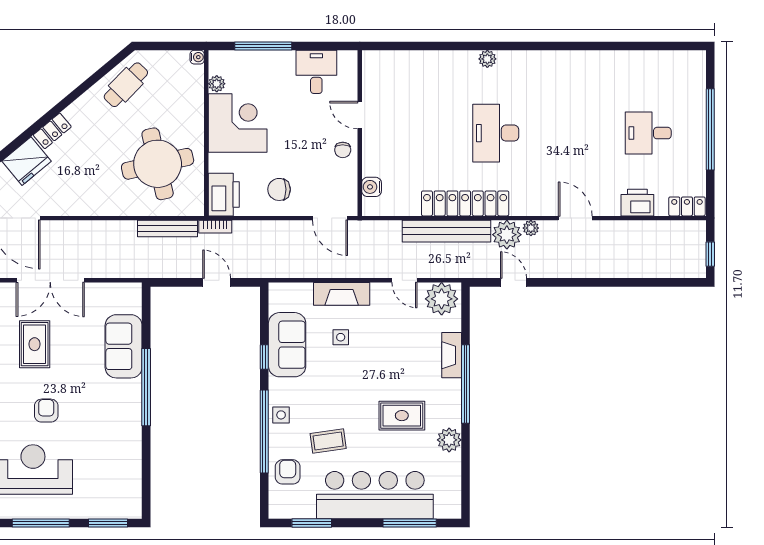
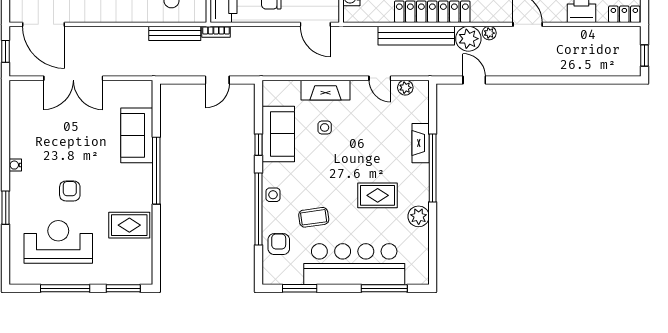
door: (217, 282) -> (217, 80), swing flipped
plant: (442, 299) -> (405, 88), width x0.53, depth x0.53
rug: (35, 344) -> (129, 225), moved, turned 90

